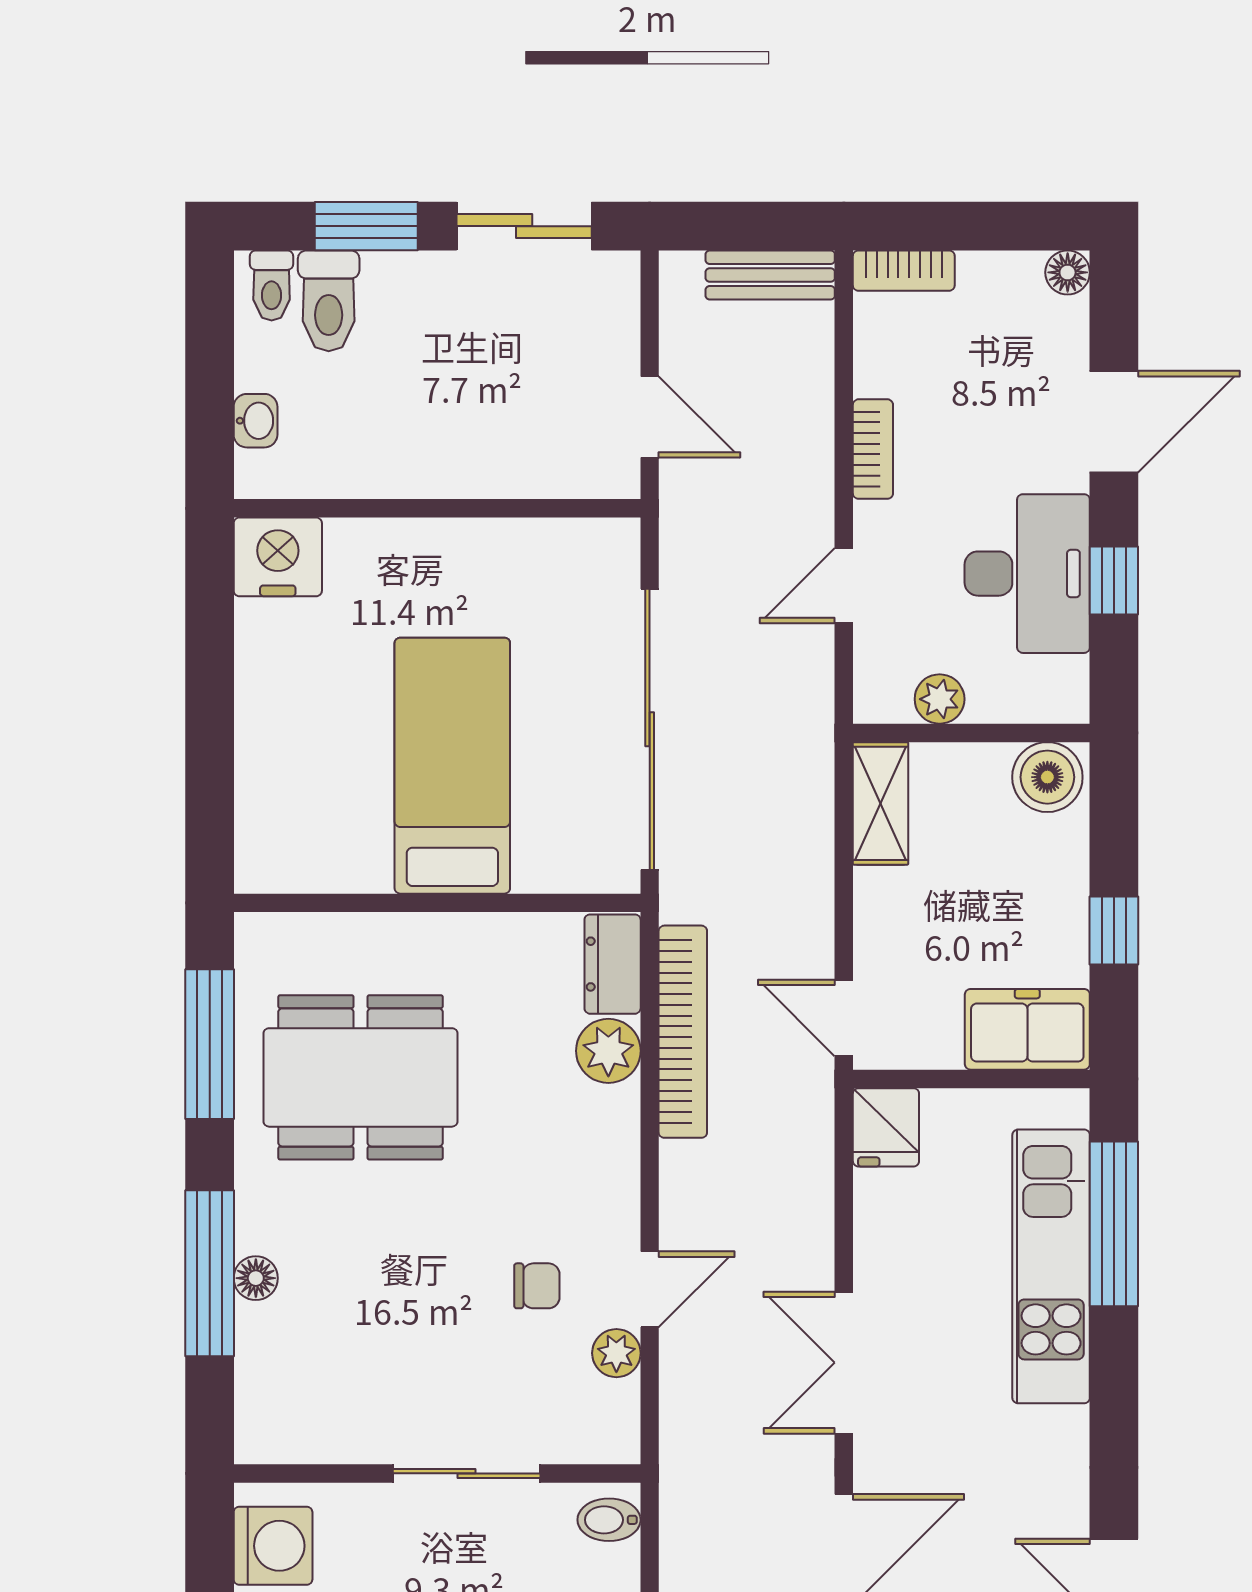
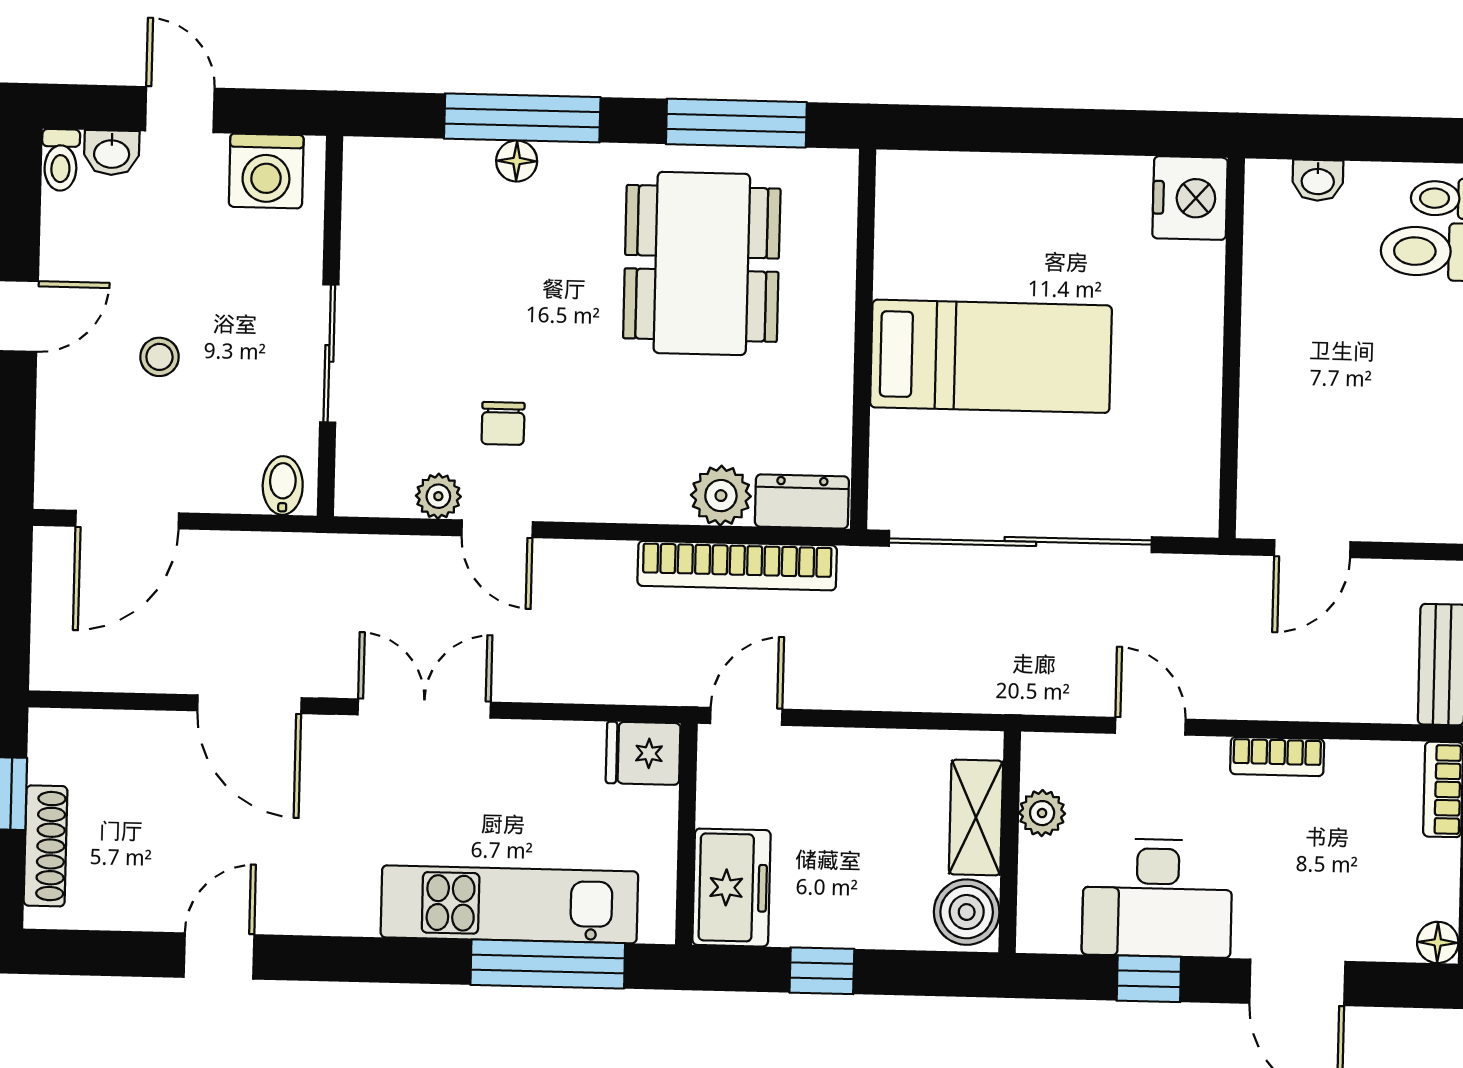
shelving: (881, 803) -> (976, 818), moved, turned 90

